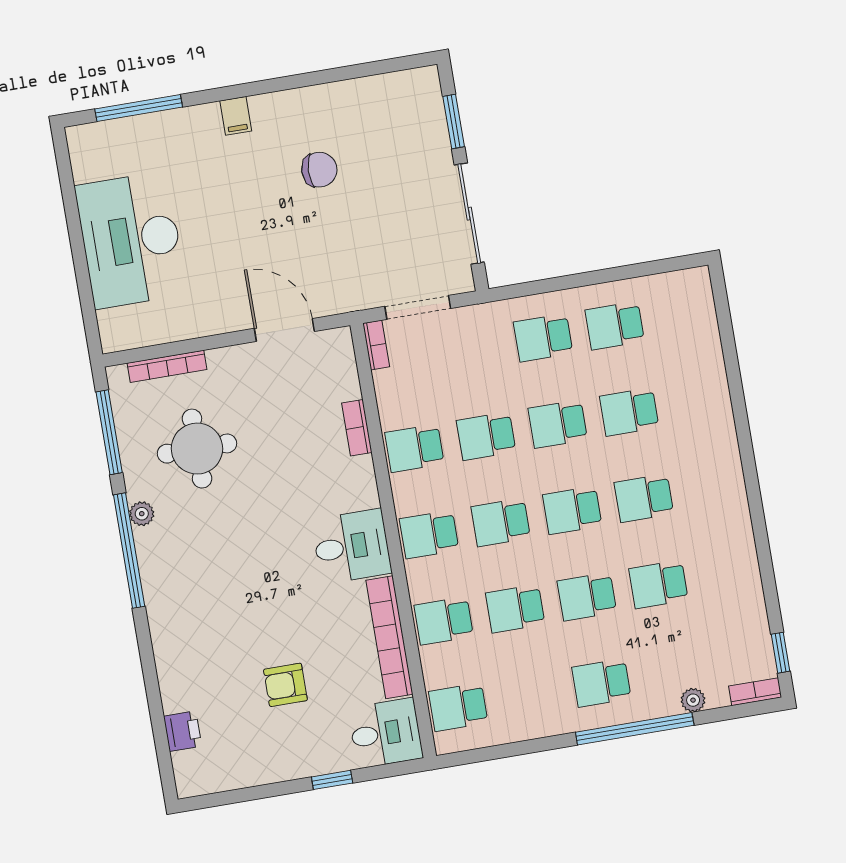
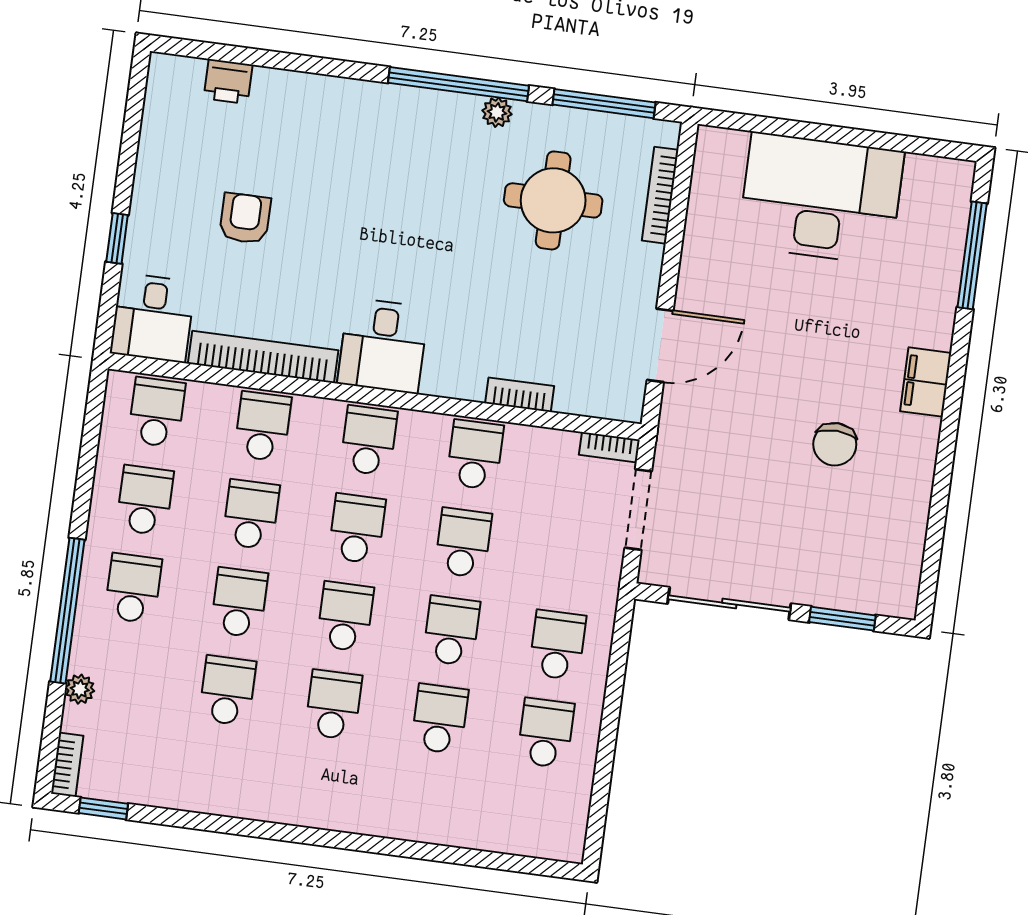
filing cabinet: (236, 116) -> (926, 382), width x2.00
school desk: (530, 695) -> (145, 500), added

